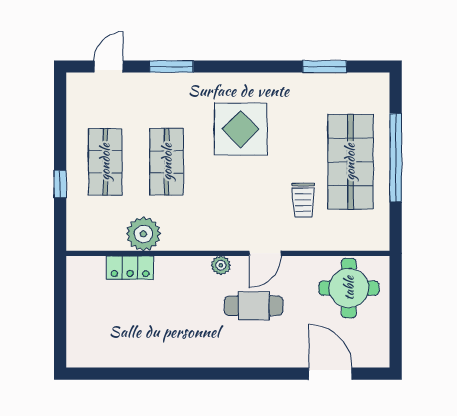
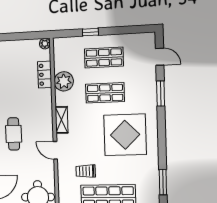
display table: (241, 129) -> (125, 135), width x1.36, depth x1.36
shelving: (211, 240) -> (61, 120), added
plant: (221, 265) -> (45, 44), moved
cafe table: (254, 306) -> (14, 134), moved

